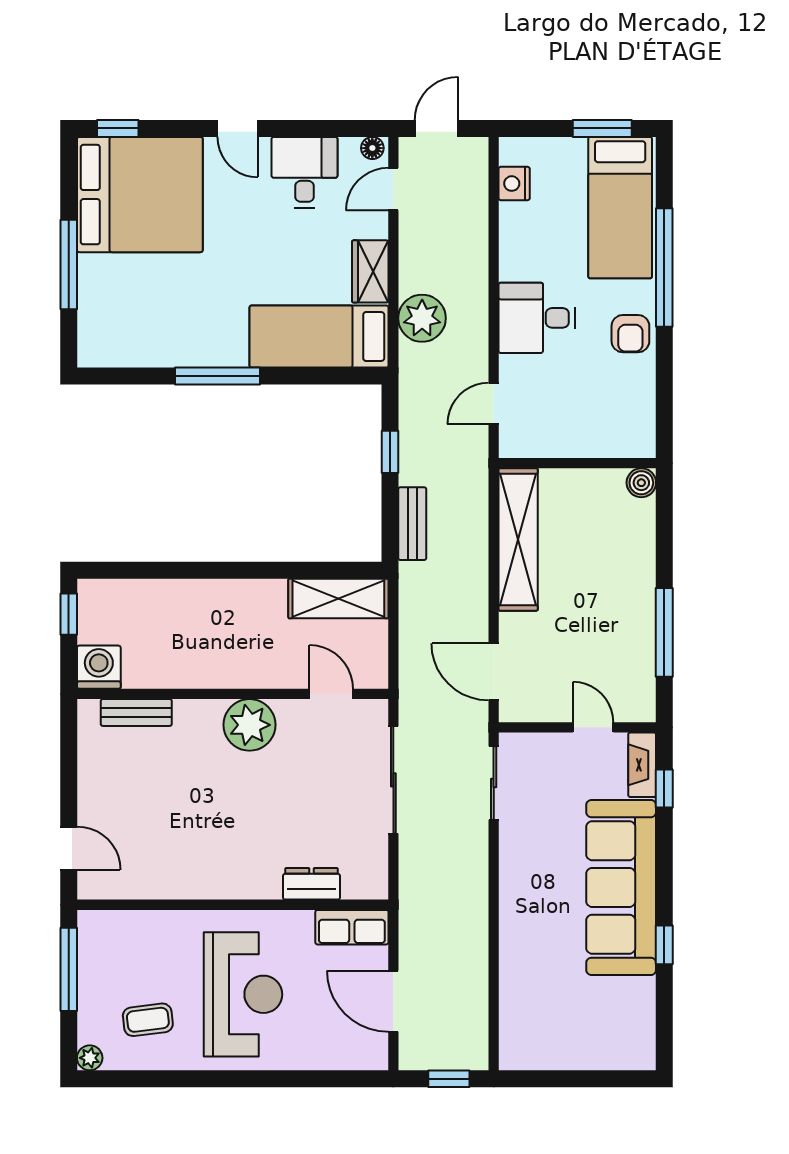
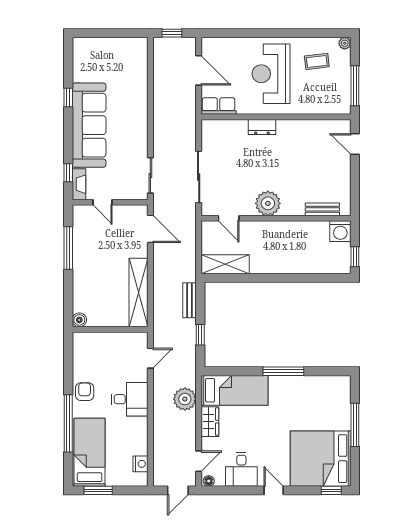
dresser: (312, 884) -> (262, 127), moved

